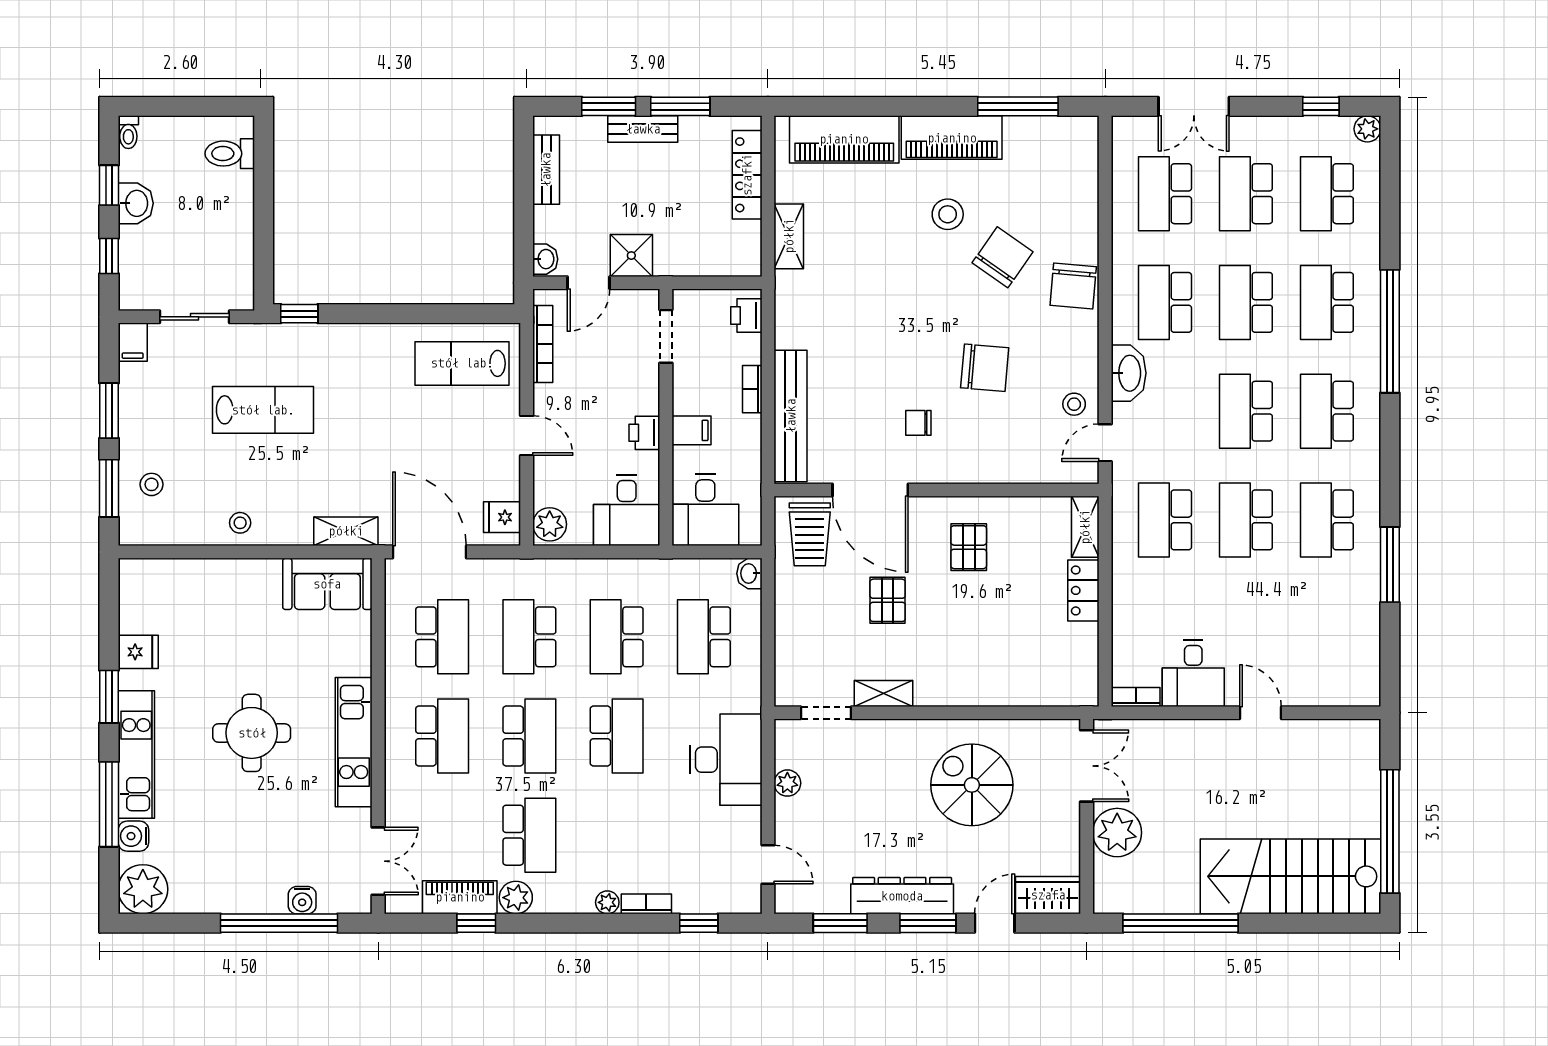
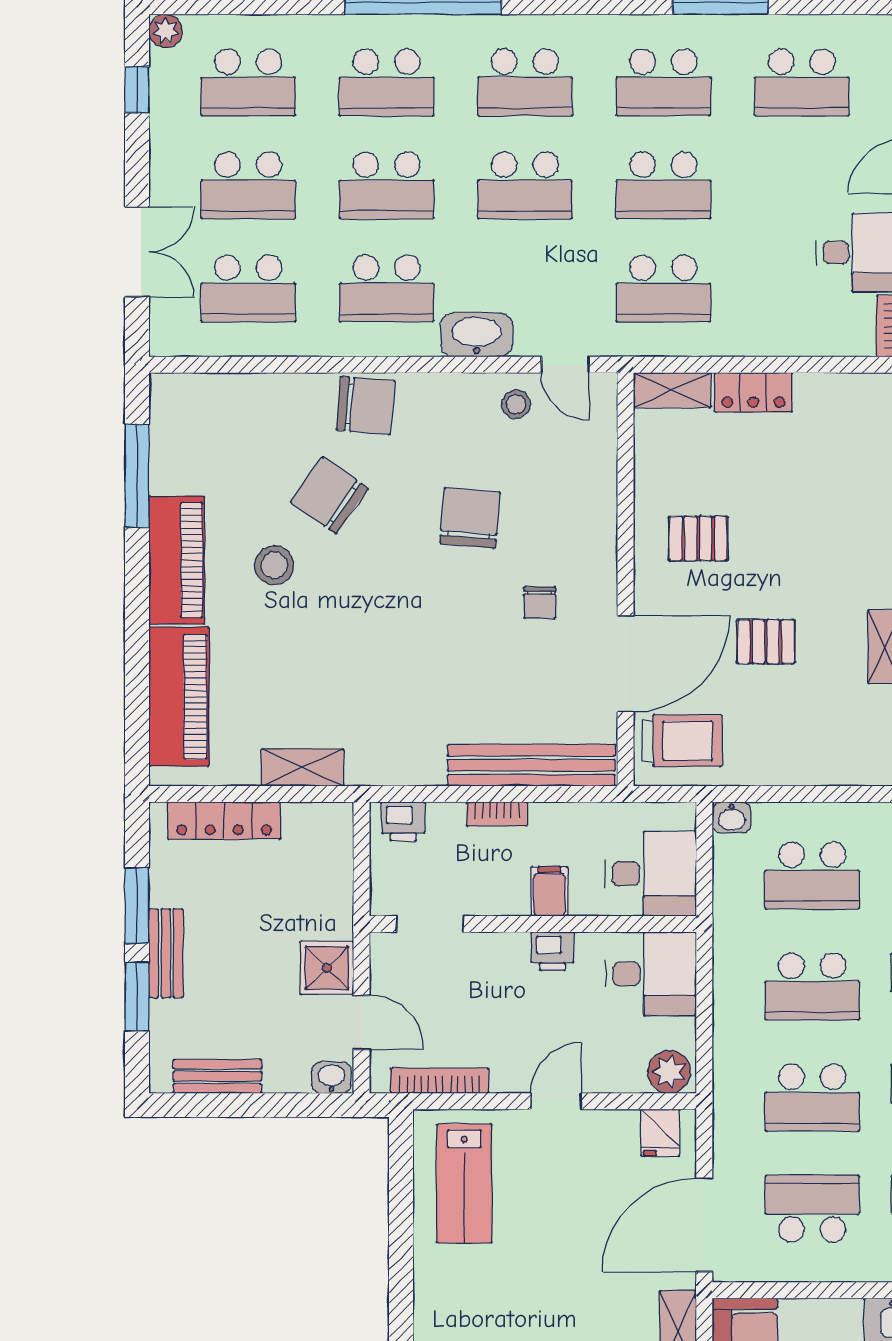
school desk: (1327, 629) -> (802, 82), added

